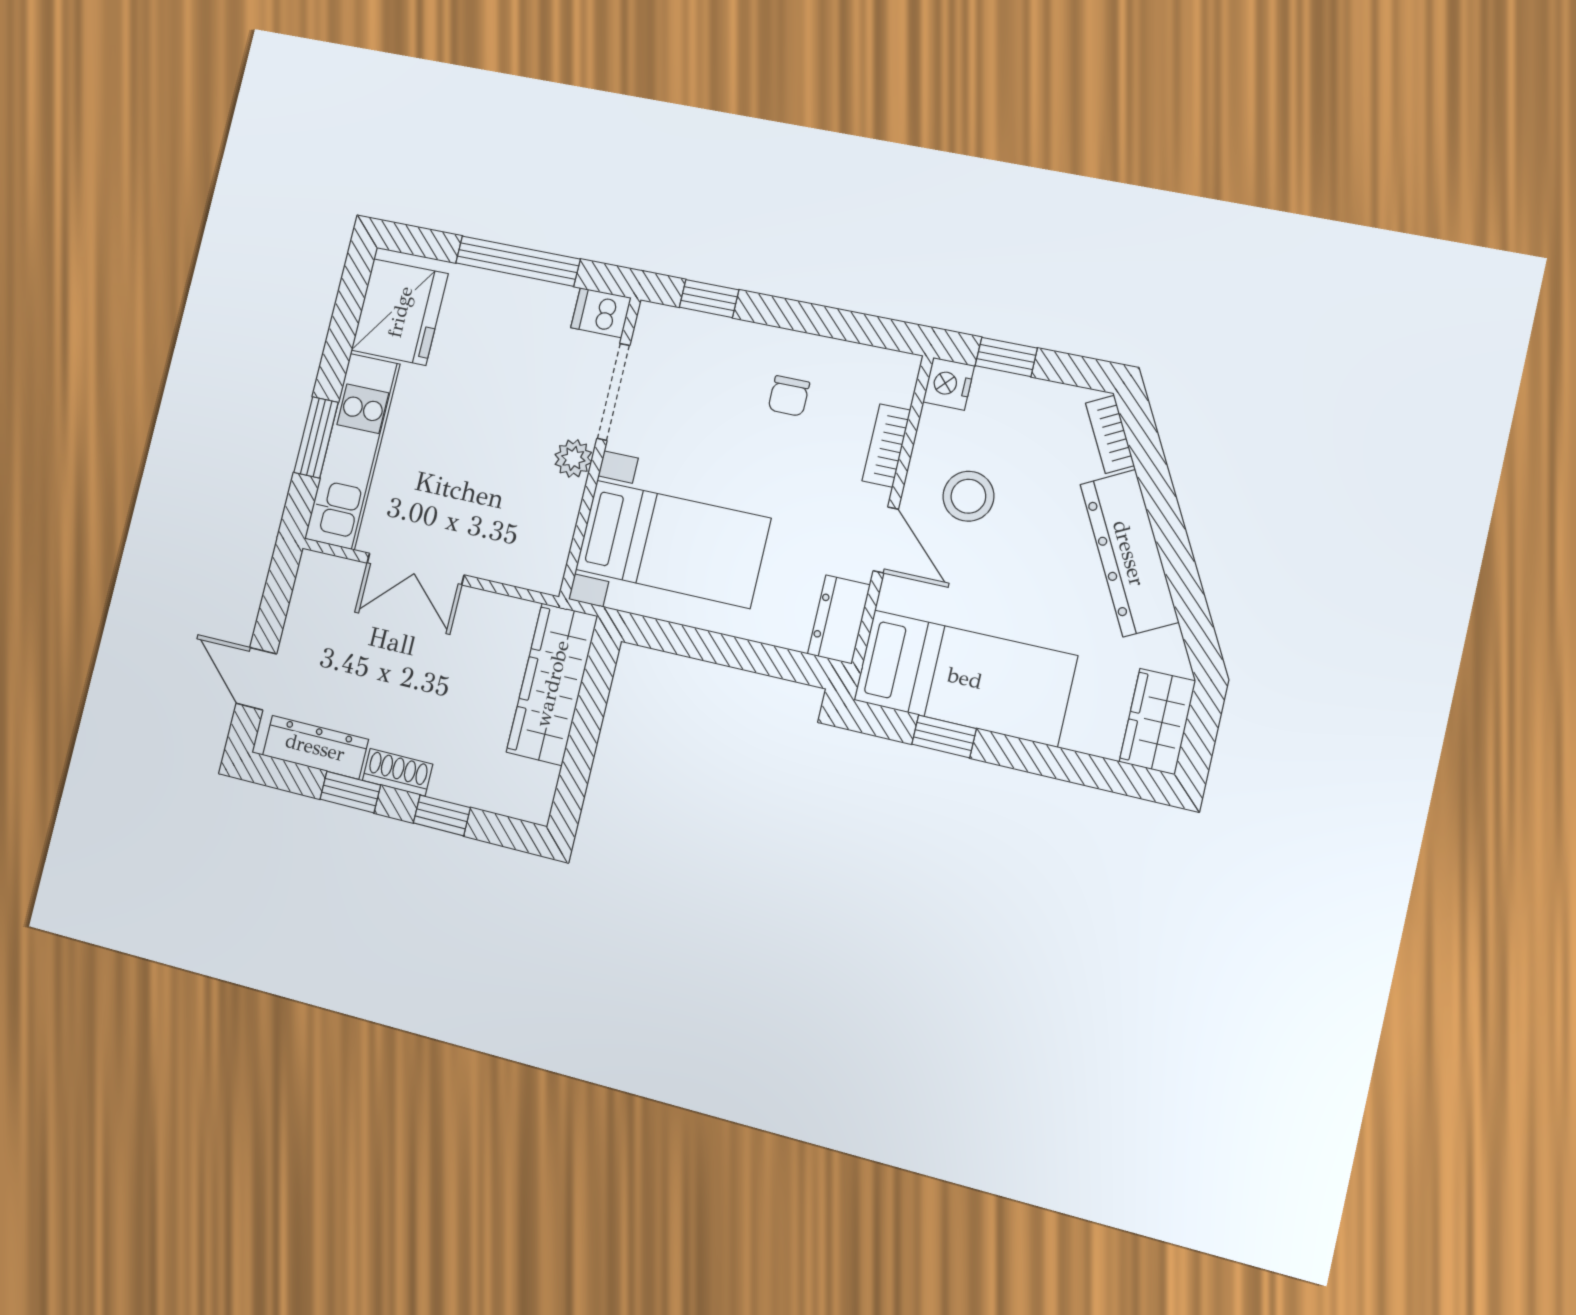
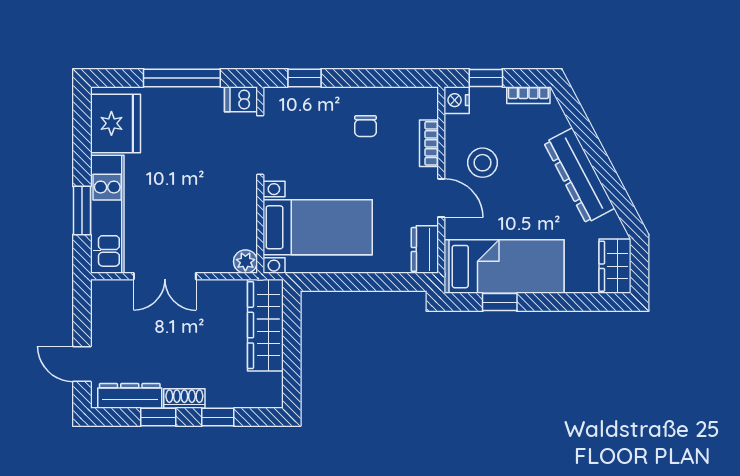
bookcase: (1110, 434) -> (528, 95), moved, turned -62
plant: (573, 458) -> (245, 262), moved

